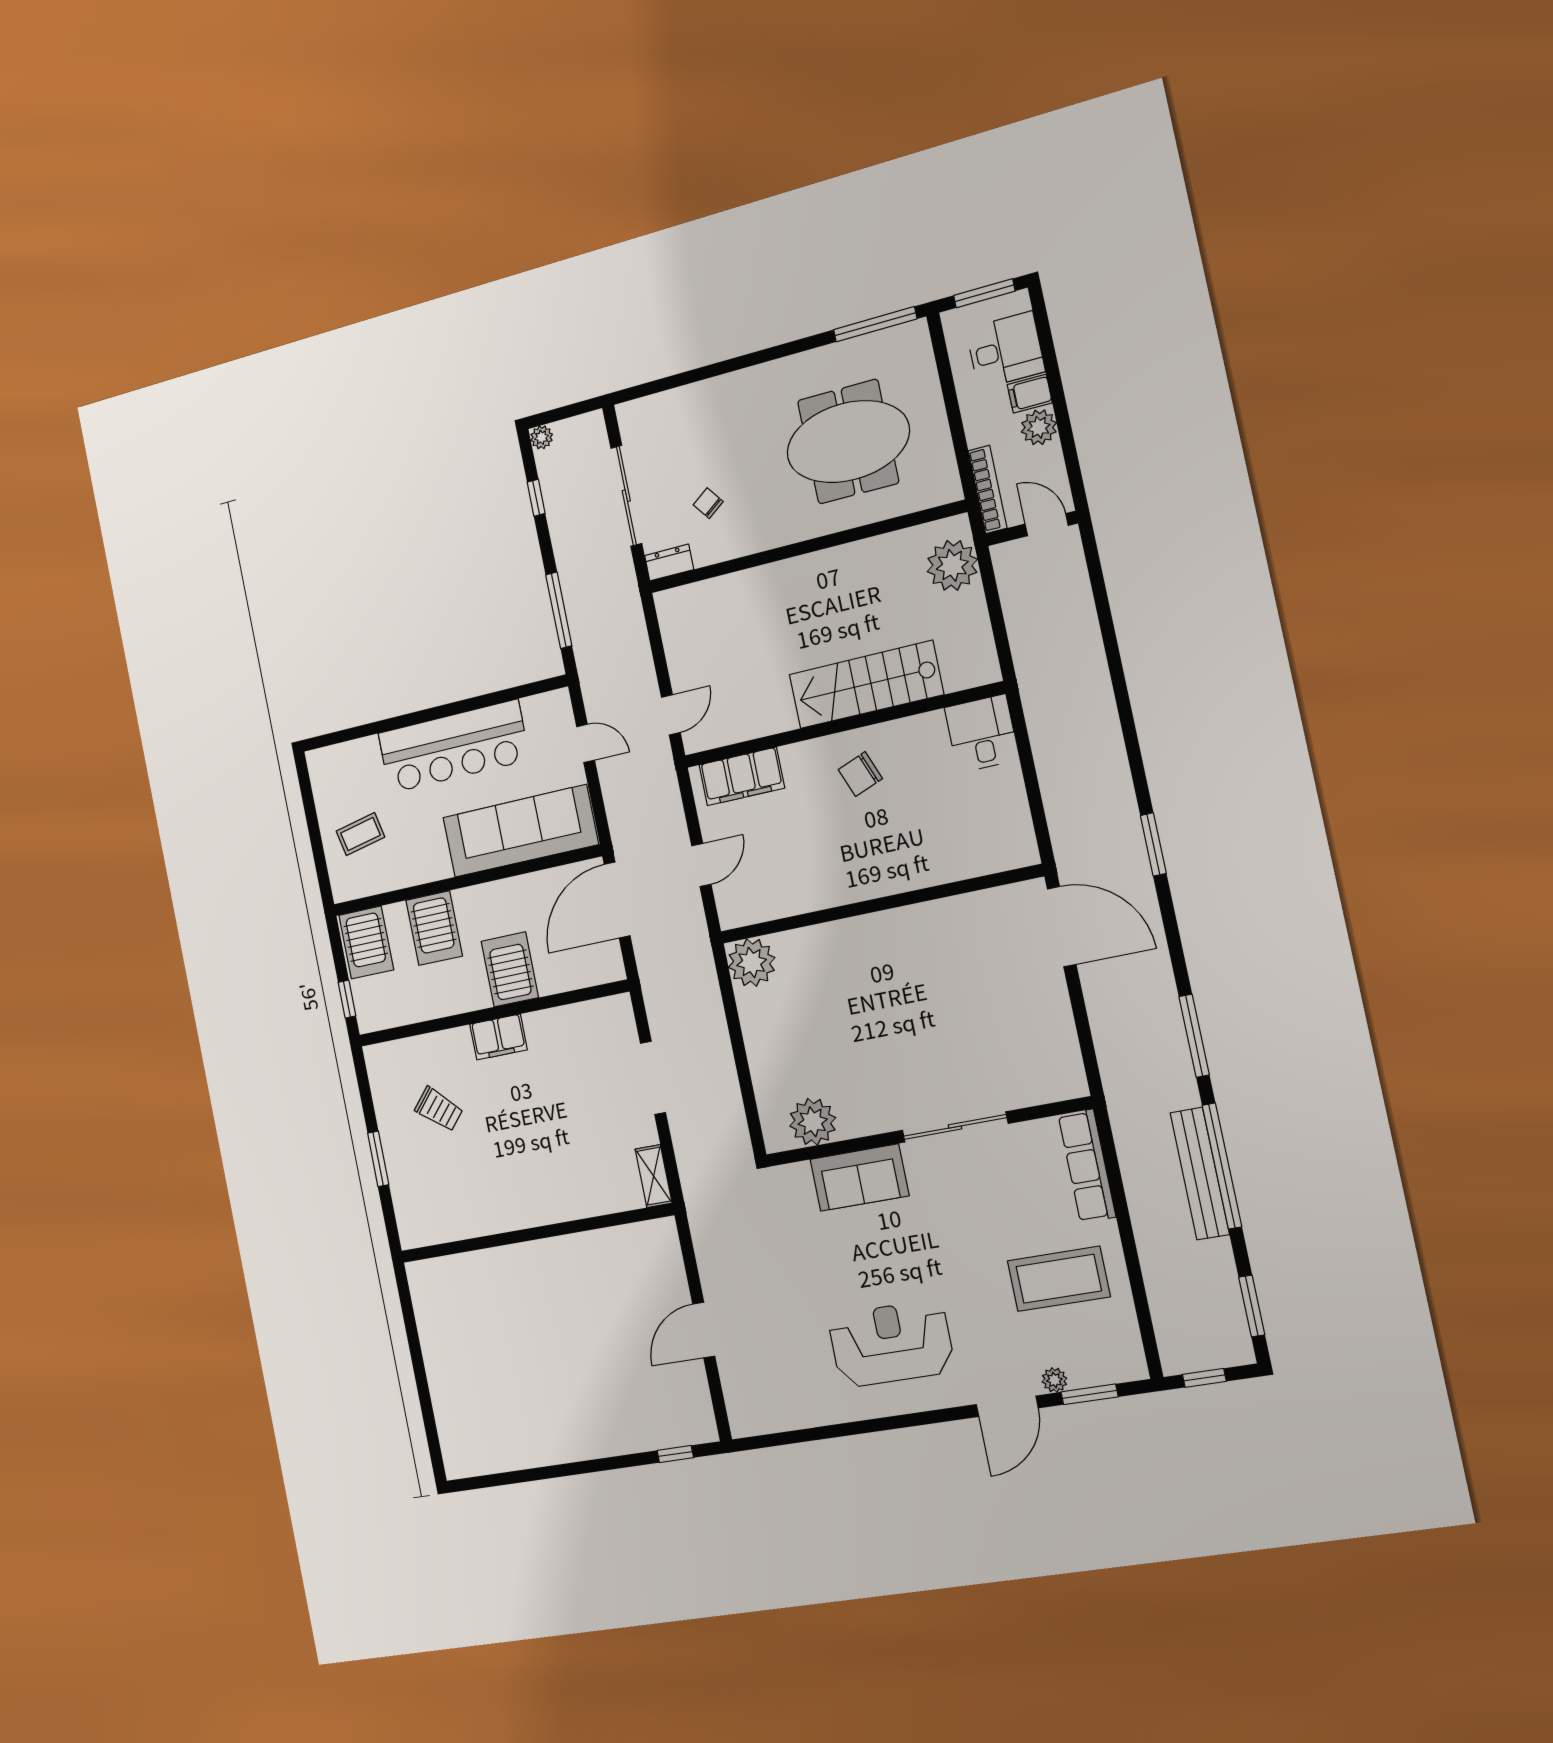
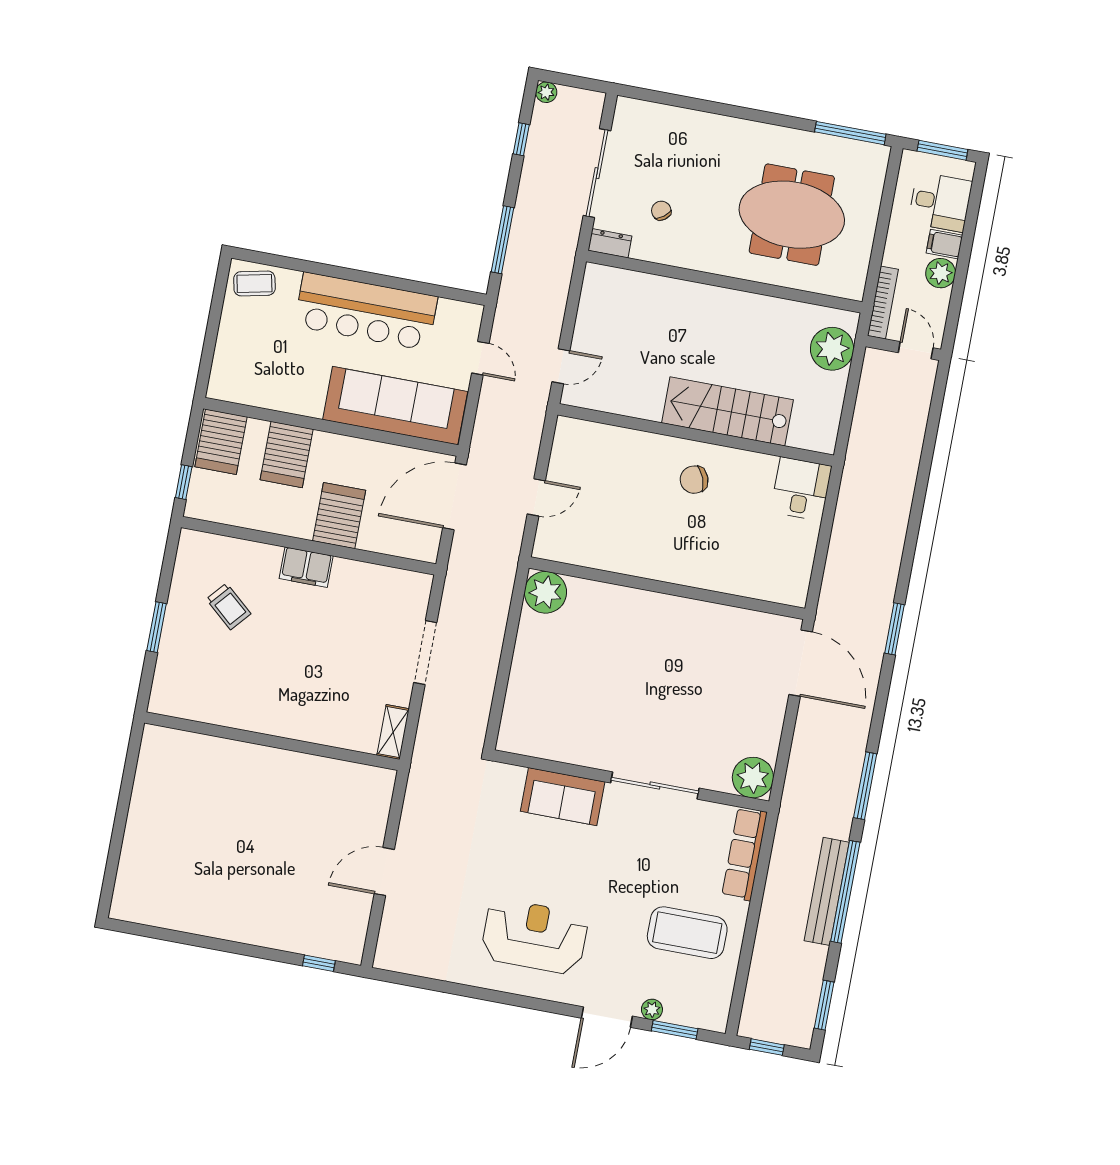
filing cabinet: (742, 776) -> (599, 441), removed
coffee table: (360, 834) -> (254, 283), moved
plant: (813, 1122) -> (753, 778), moved

